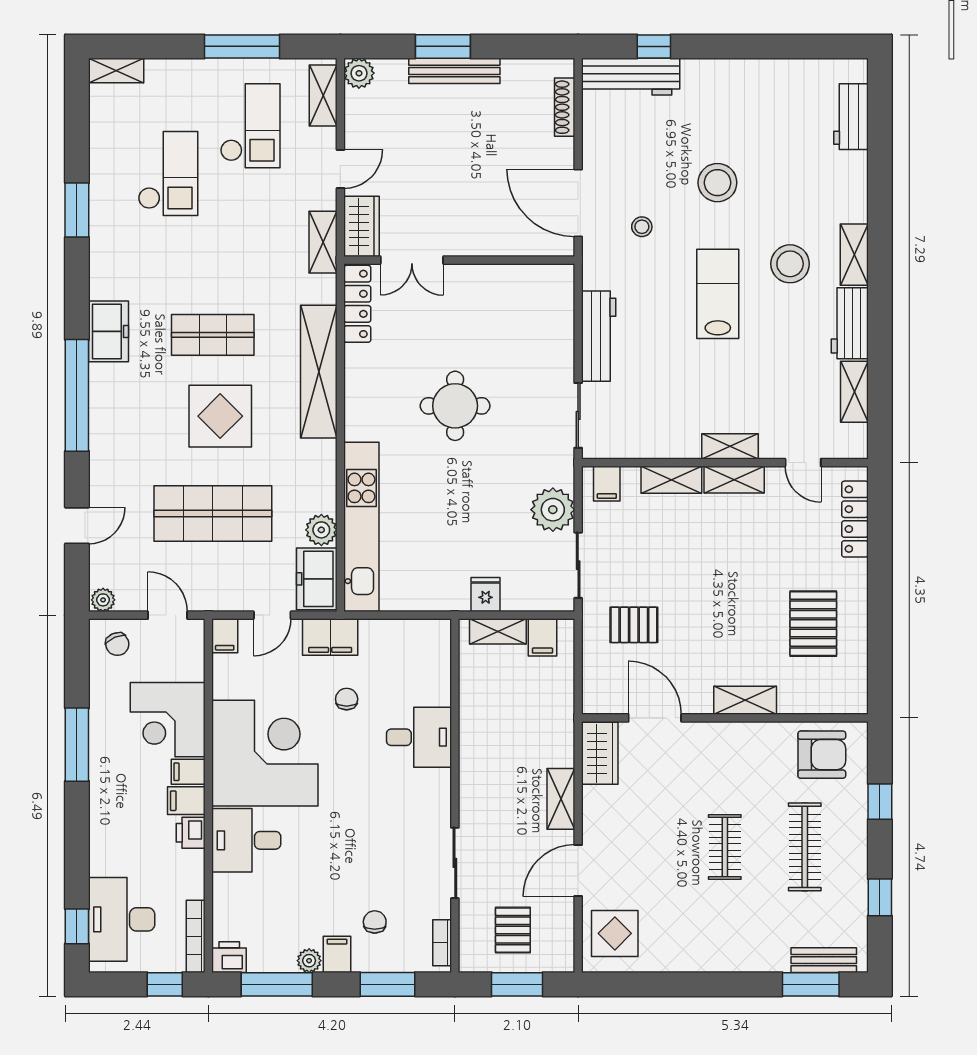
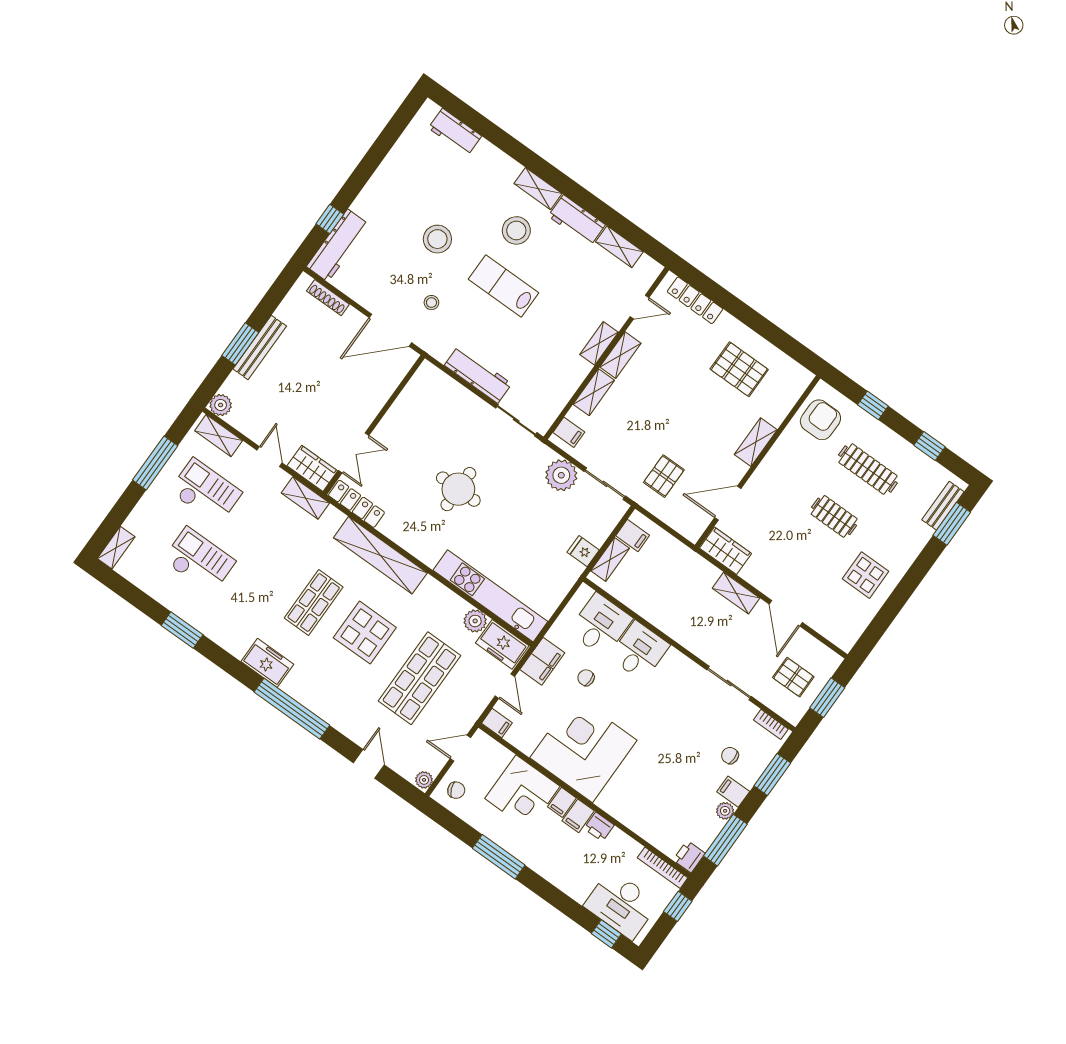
desk: (246, 840) -> (600, 625), moved, turned 180
display table: (615, 933) -> (866, 575), moved

